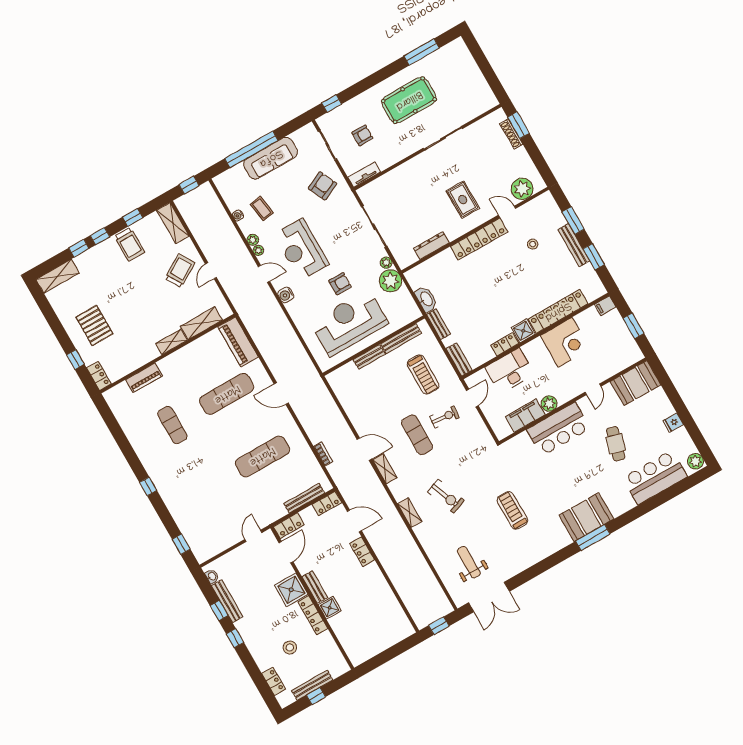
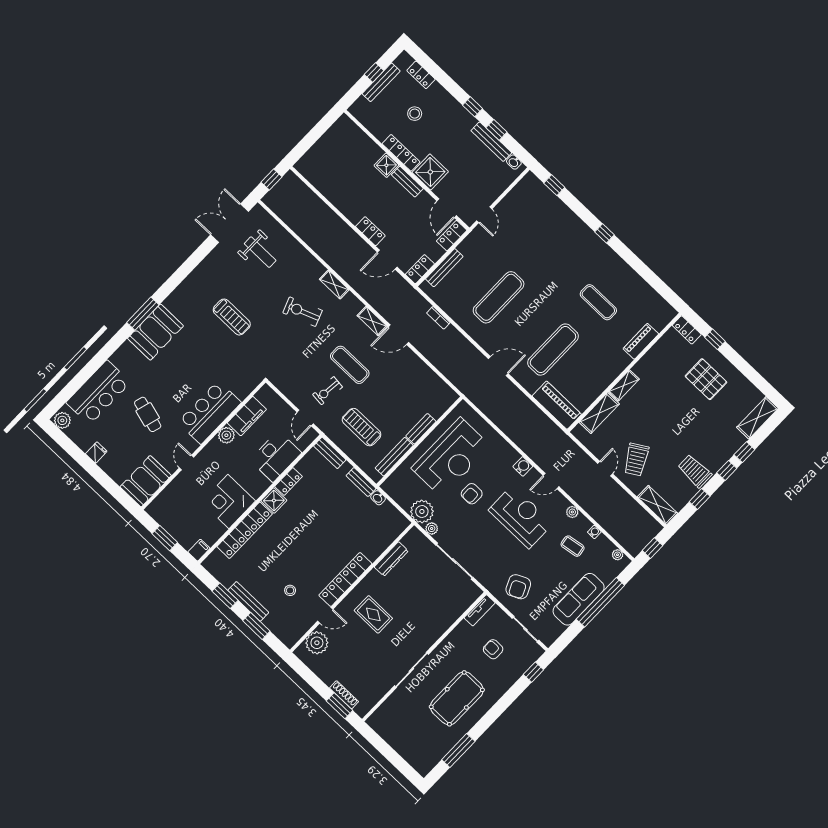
armchair: (362, 135) -> (493, 649), turned 90
plant: (258, 250) -> (618, 555), moved
washbasin: (426, 299) -> (378, 498), width x0.52, depth x0.69

